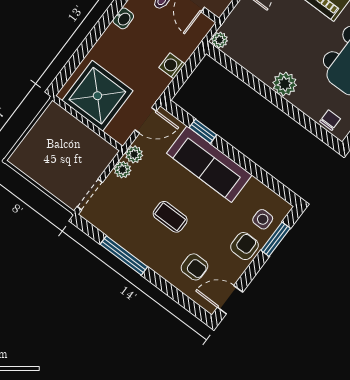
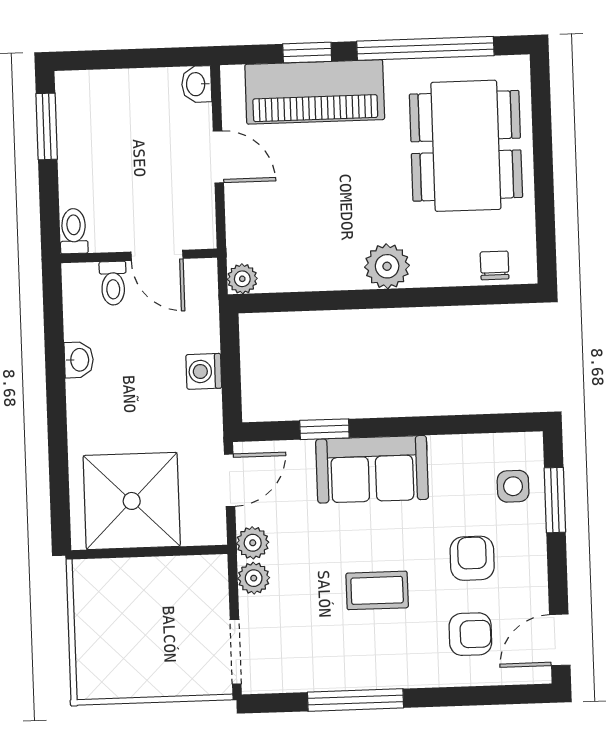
sofa: (209, 164) -> (372, 469), width x0.73
armchair: (245, 246) -> (472, 558), moved

